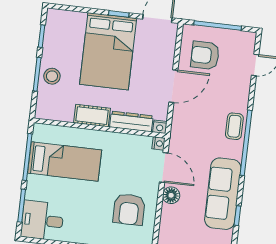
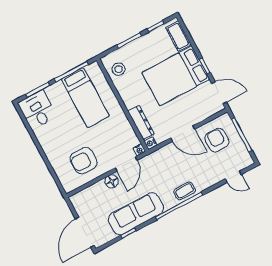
stool: (52, 76) -> (119, 69), moved
cot: (92, 116) -> (178, 36), moved

